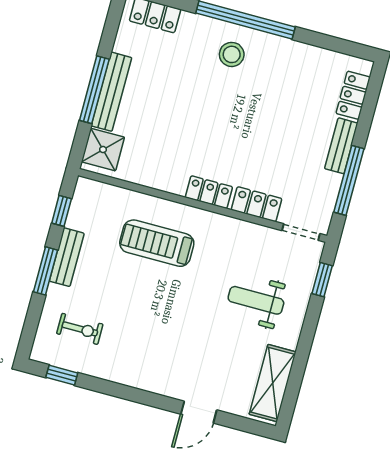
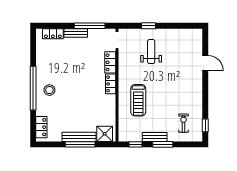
window: (322, 280) -> (149, 26), moved
weight bench: (256, 300) -> (151, 52), turned 180
shelving: (273, 383) -> (184, 35), removed

